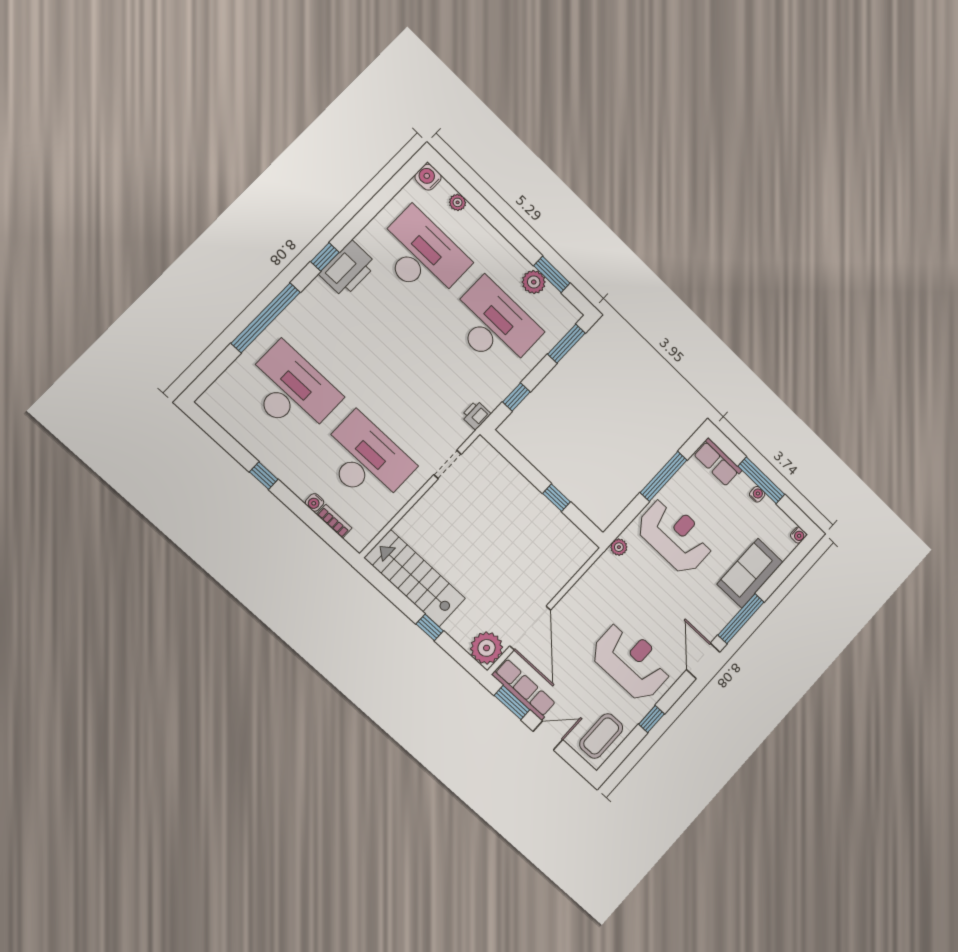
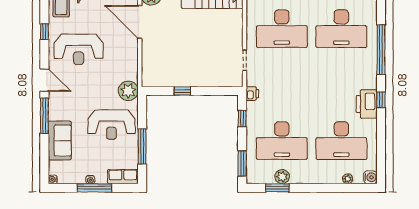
plant: (619, 547) -> (128, 91), width x1.87, depth x1.87

